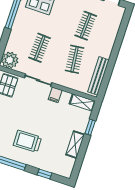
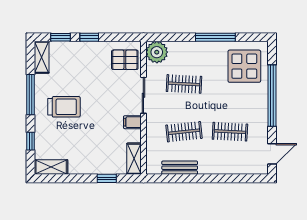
bench: (98, 76) -> (180, 168), width x0.73
trolley: (27, 141) -> (64, 107), turned 91
shelving: (75, 145) -> (51, 167), moved

